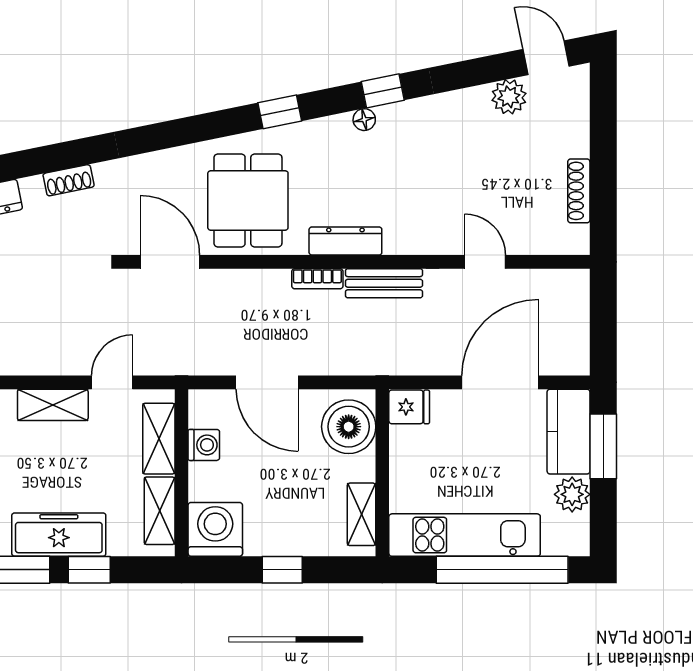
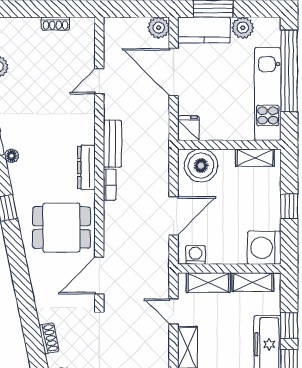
shoe rack: (579, 191) -> (56, 24), width x0.70
plant: (572, 358) -> (159, 28), added
washing machine: (204, 445) -> (196, 255), moved

